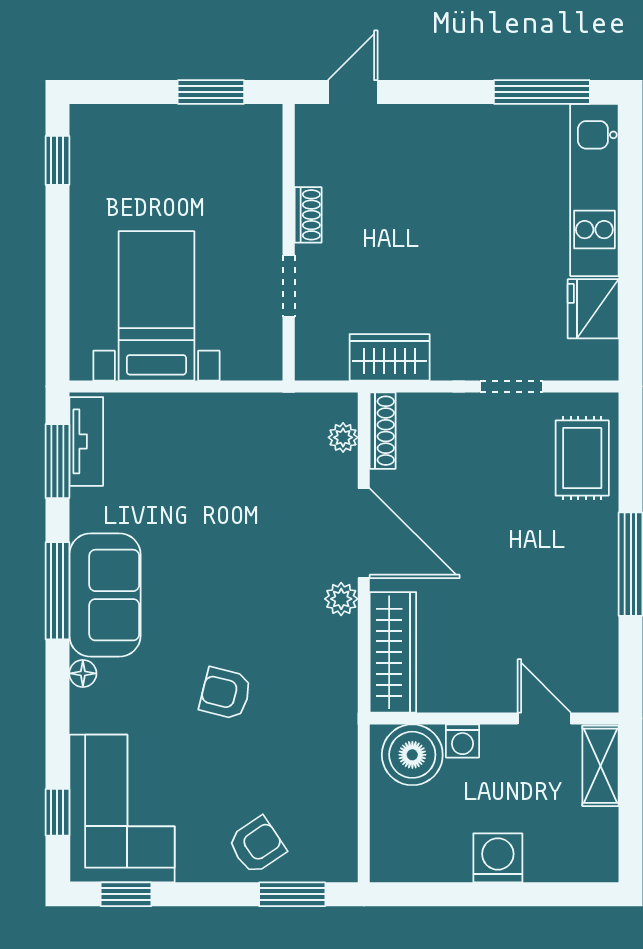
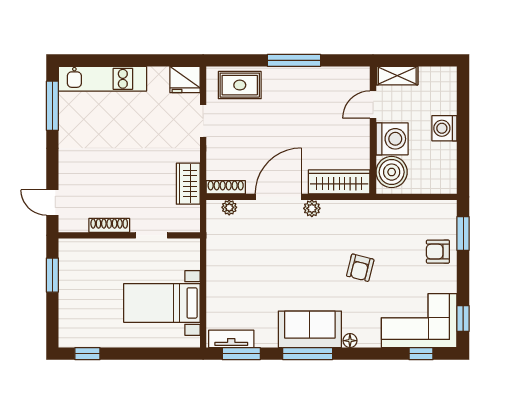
shoe rack: (308, 215) -> (109, 225), width x1.43
fridge: (593, 309) -> (185, 79), moved
washing machine: (462, 741) -> (392, 139), width x1.89, depth x1.89
armchair: (257, 845) -> (438, 252), turned -56

